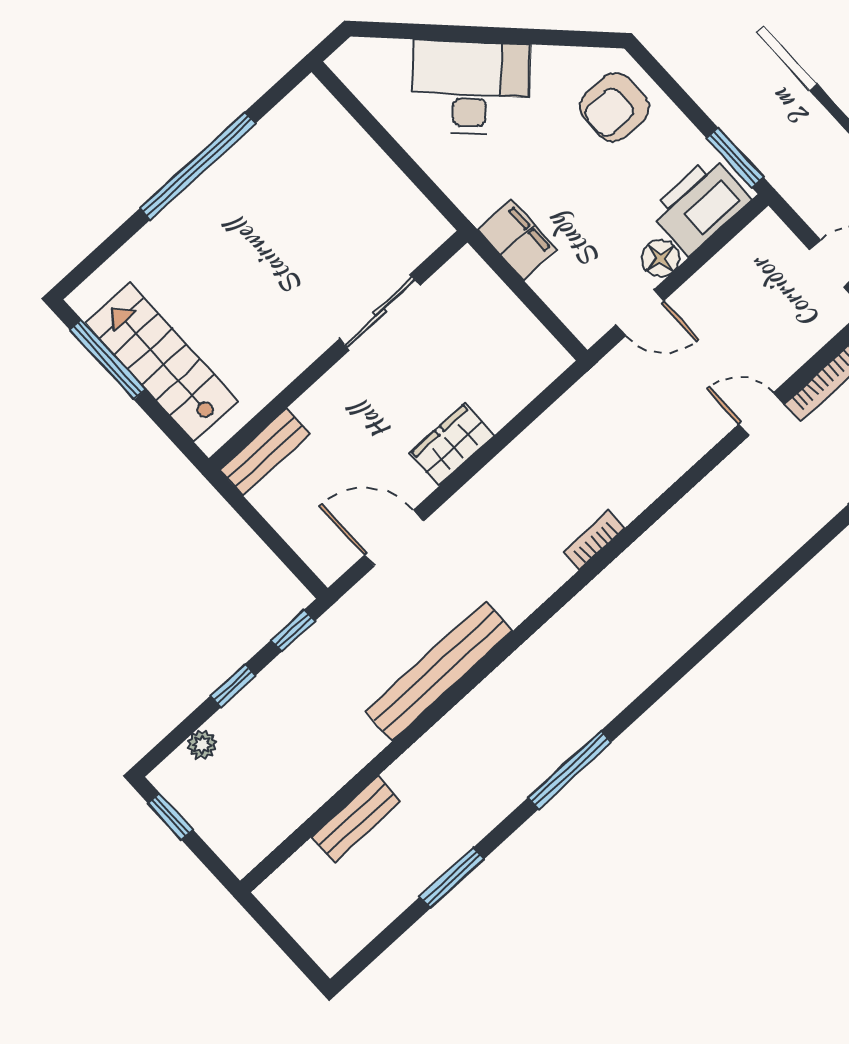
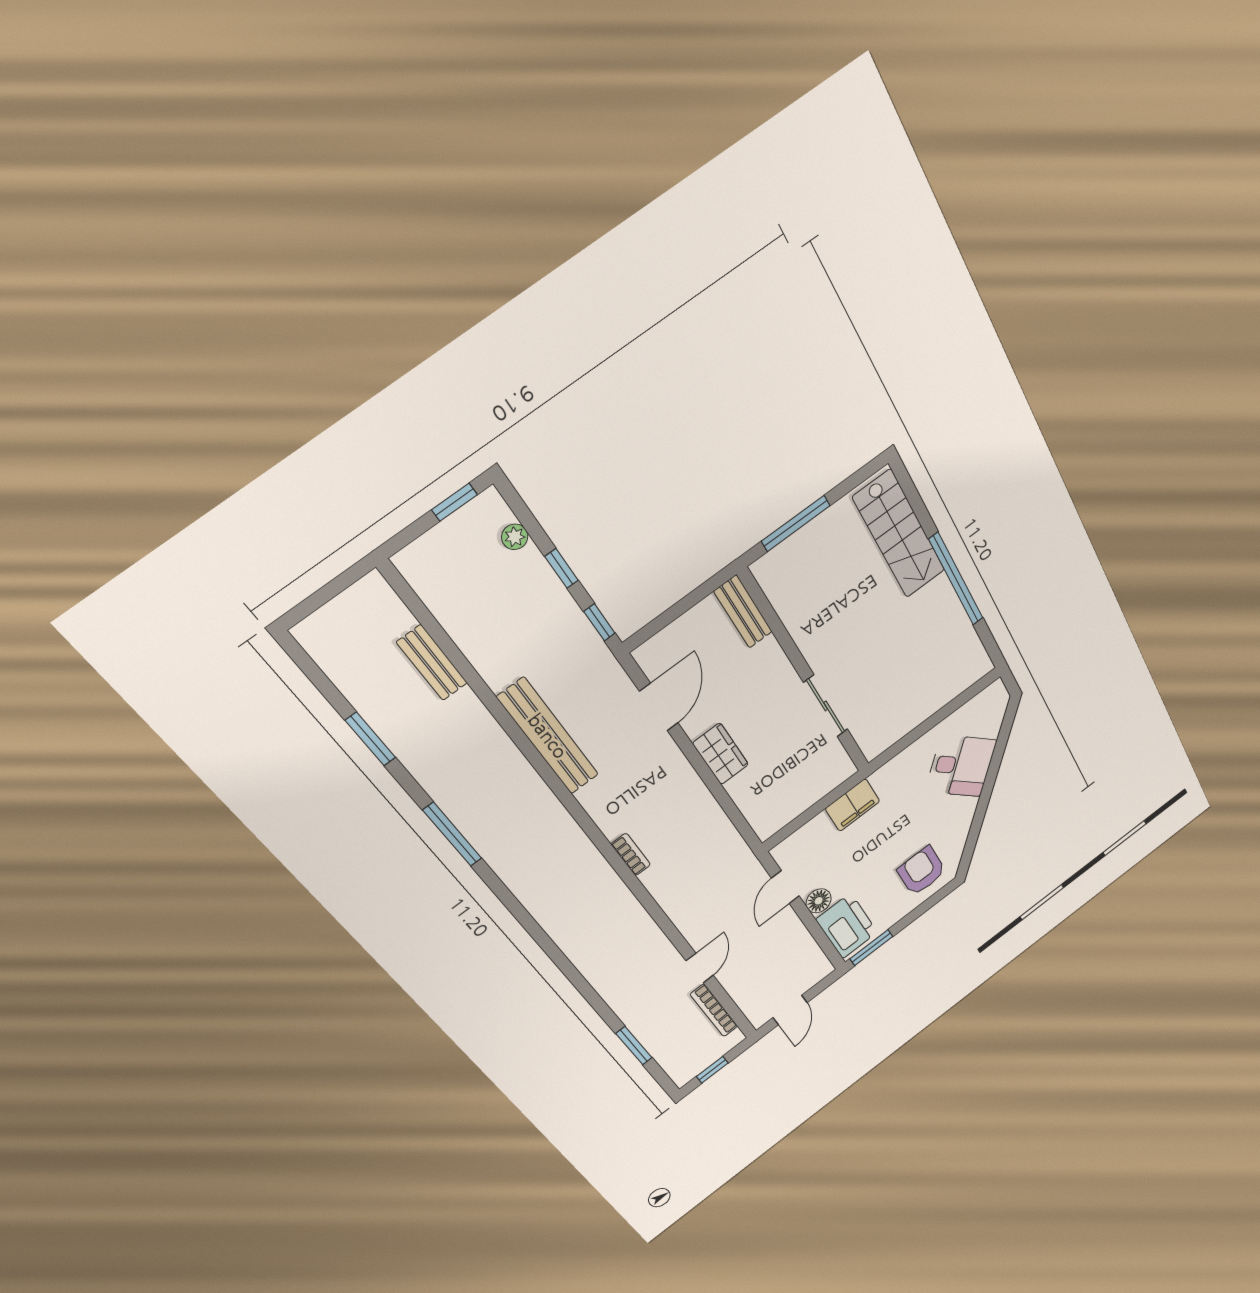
desk: (470, 88) -> (961, 766), width x0.73
window: (108, 359) -> (796, 523), moved
stairs: (162, 362) -> (899, 534), moved, turned 90

